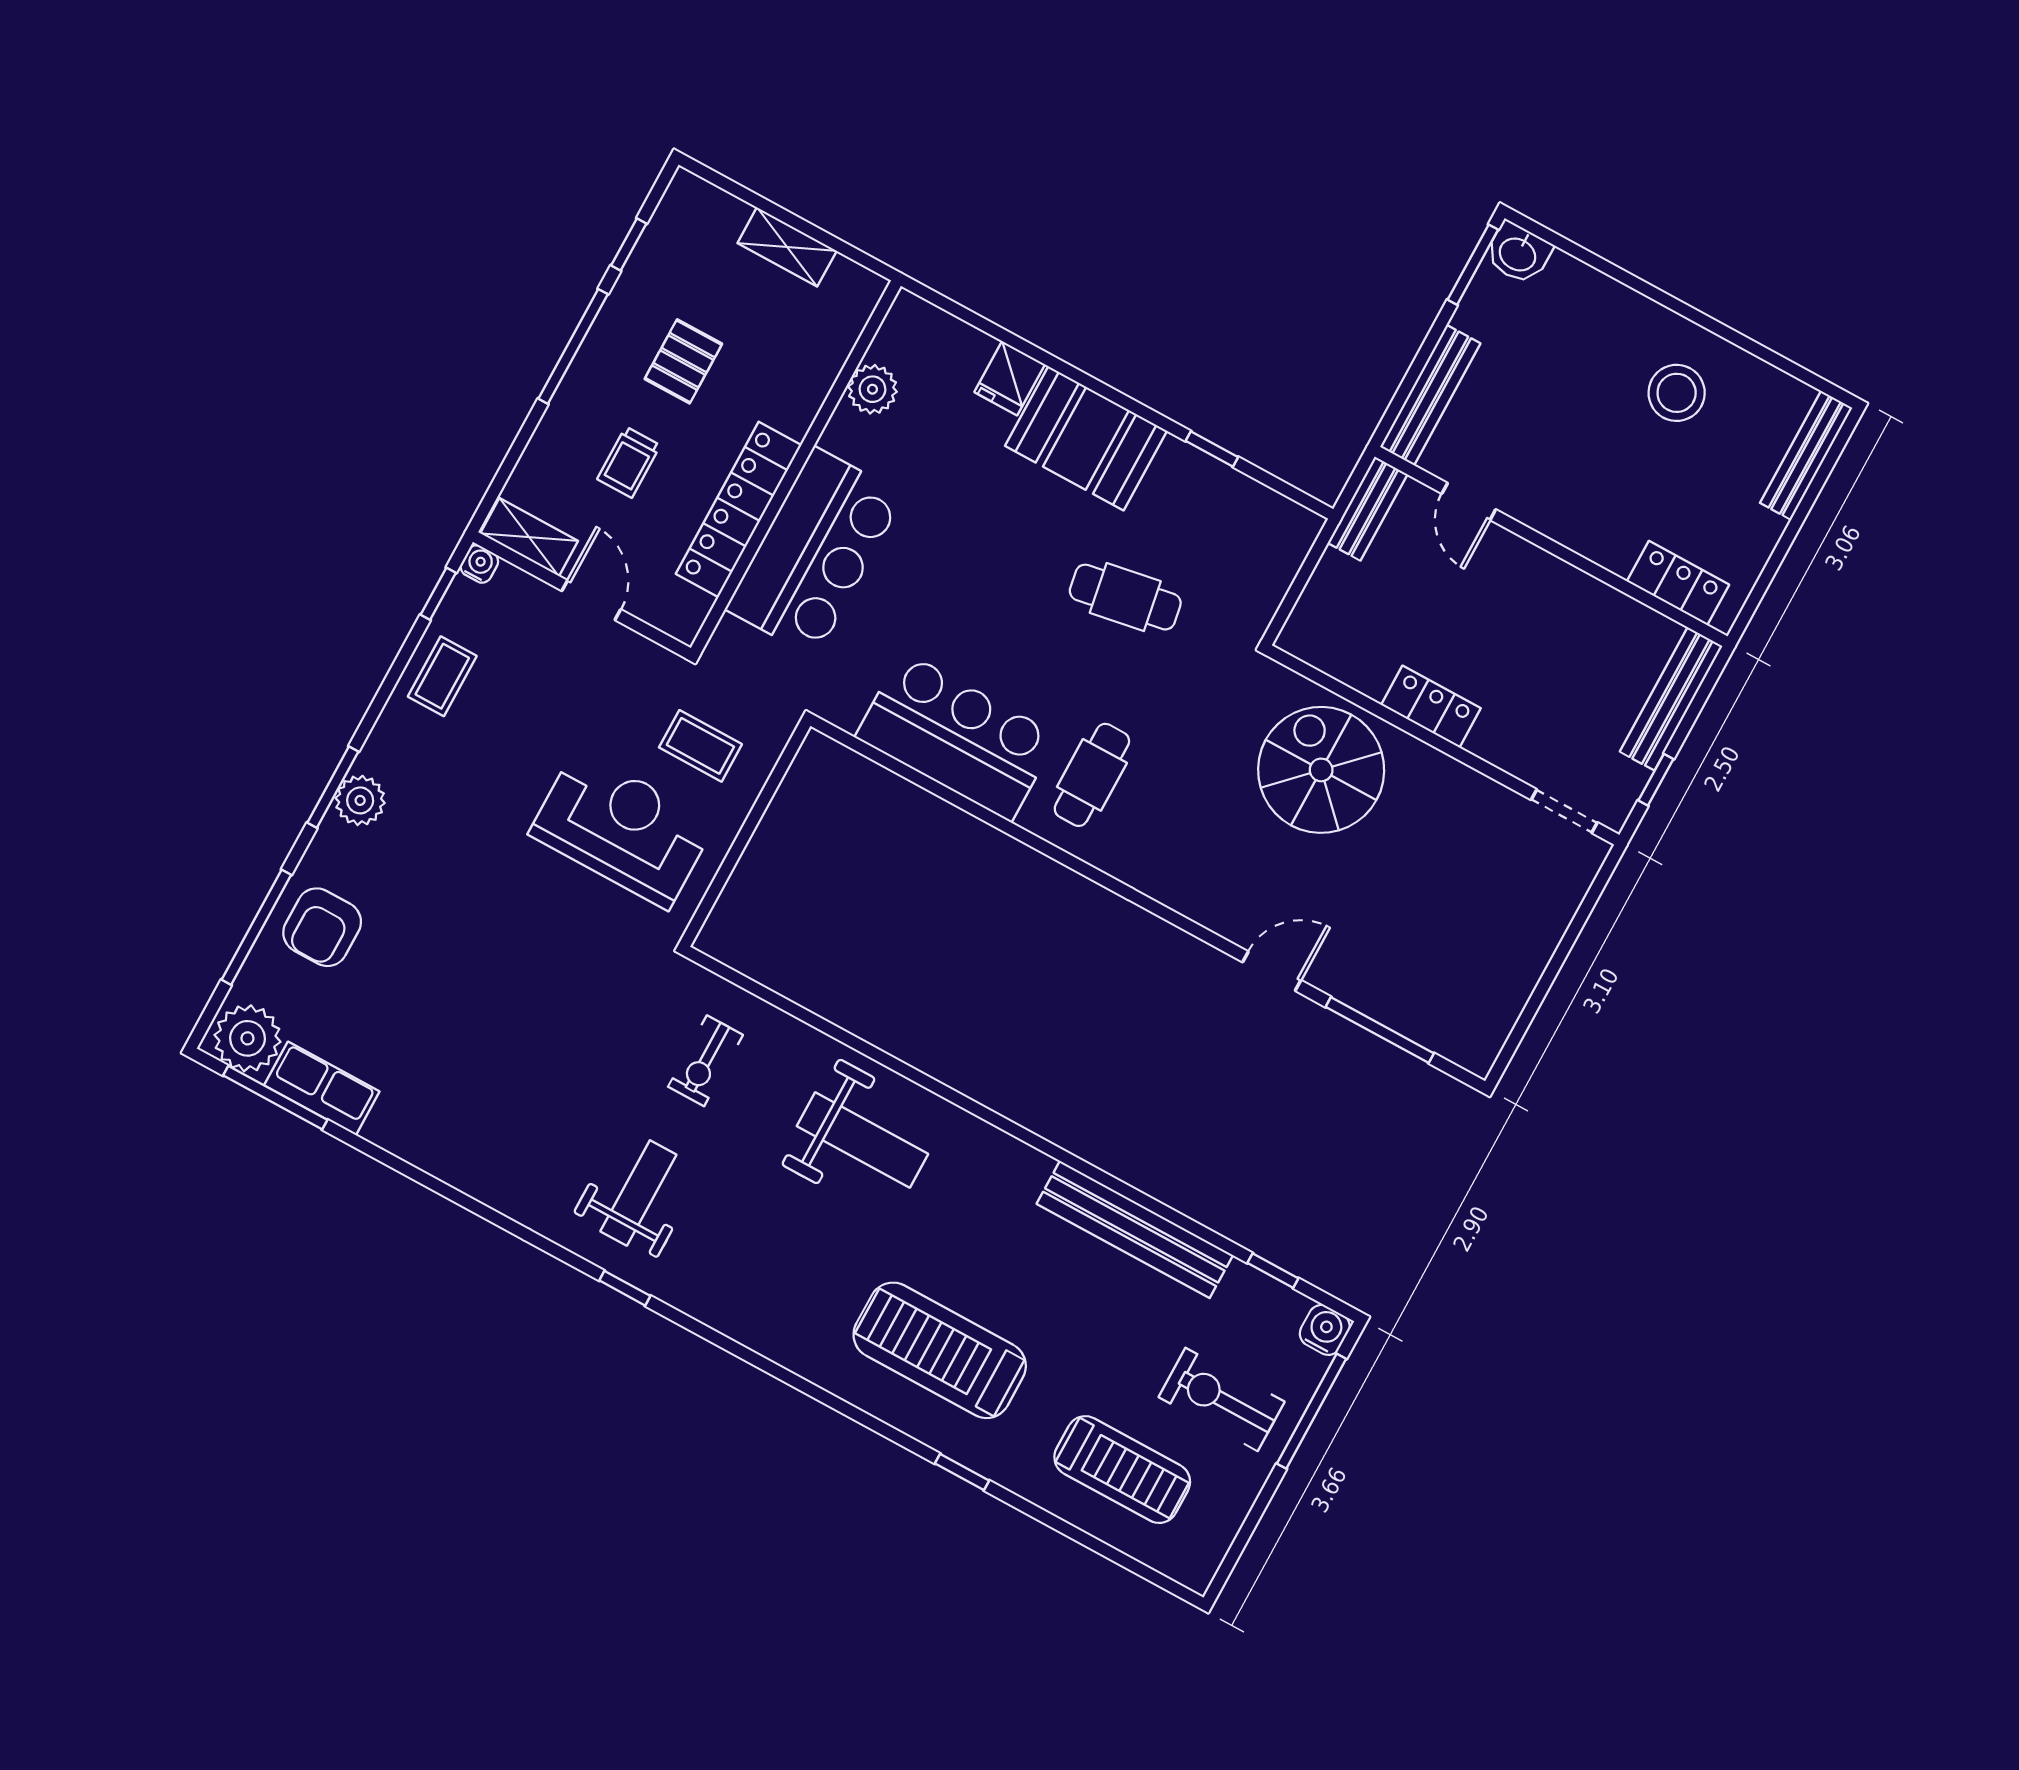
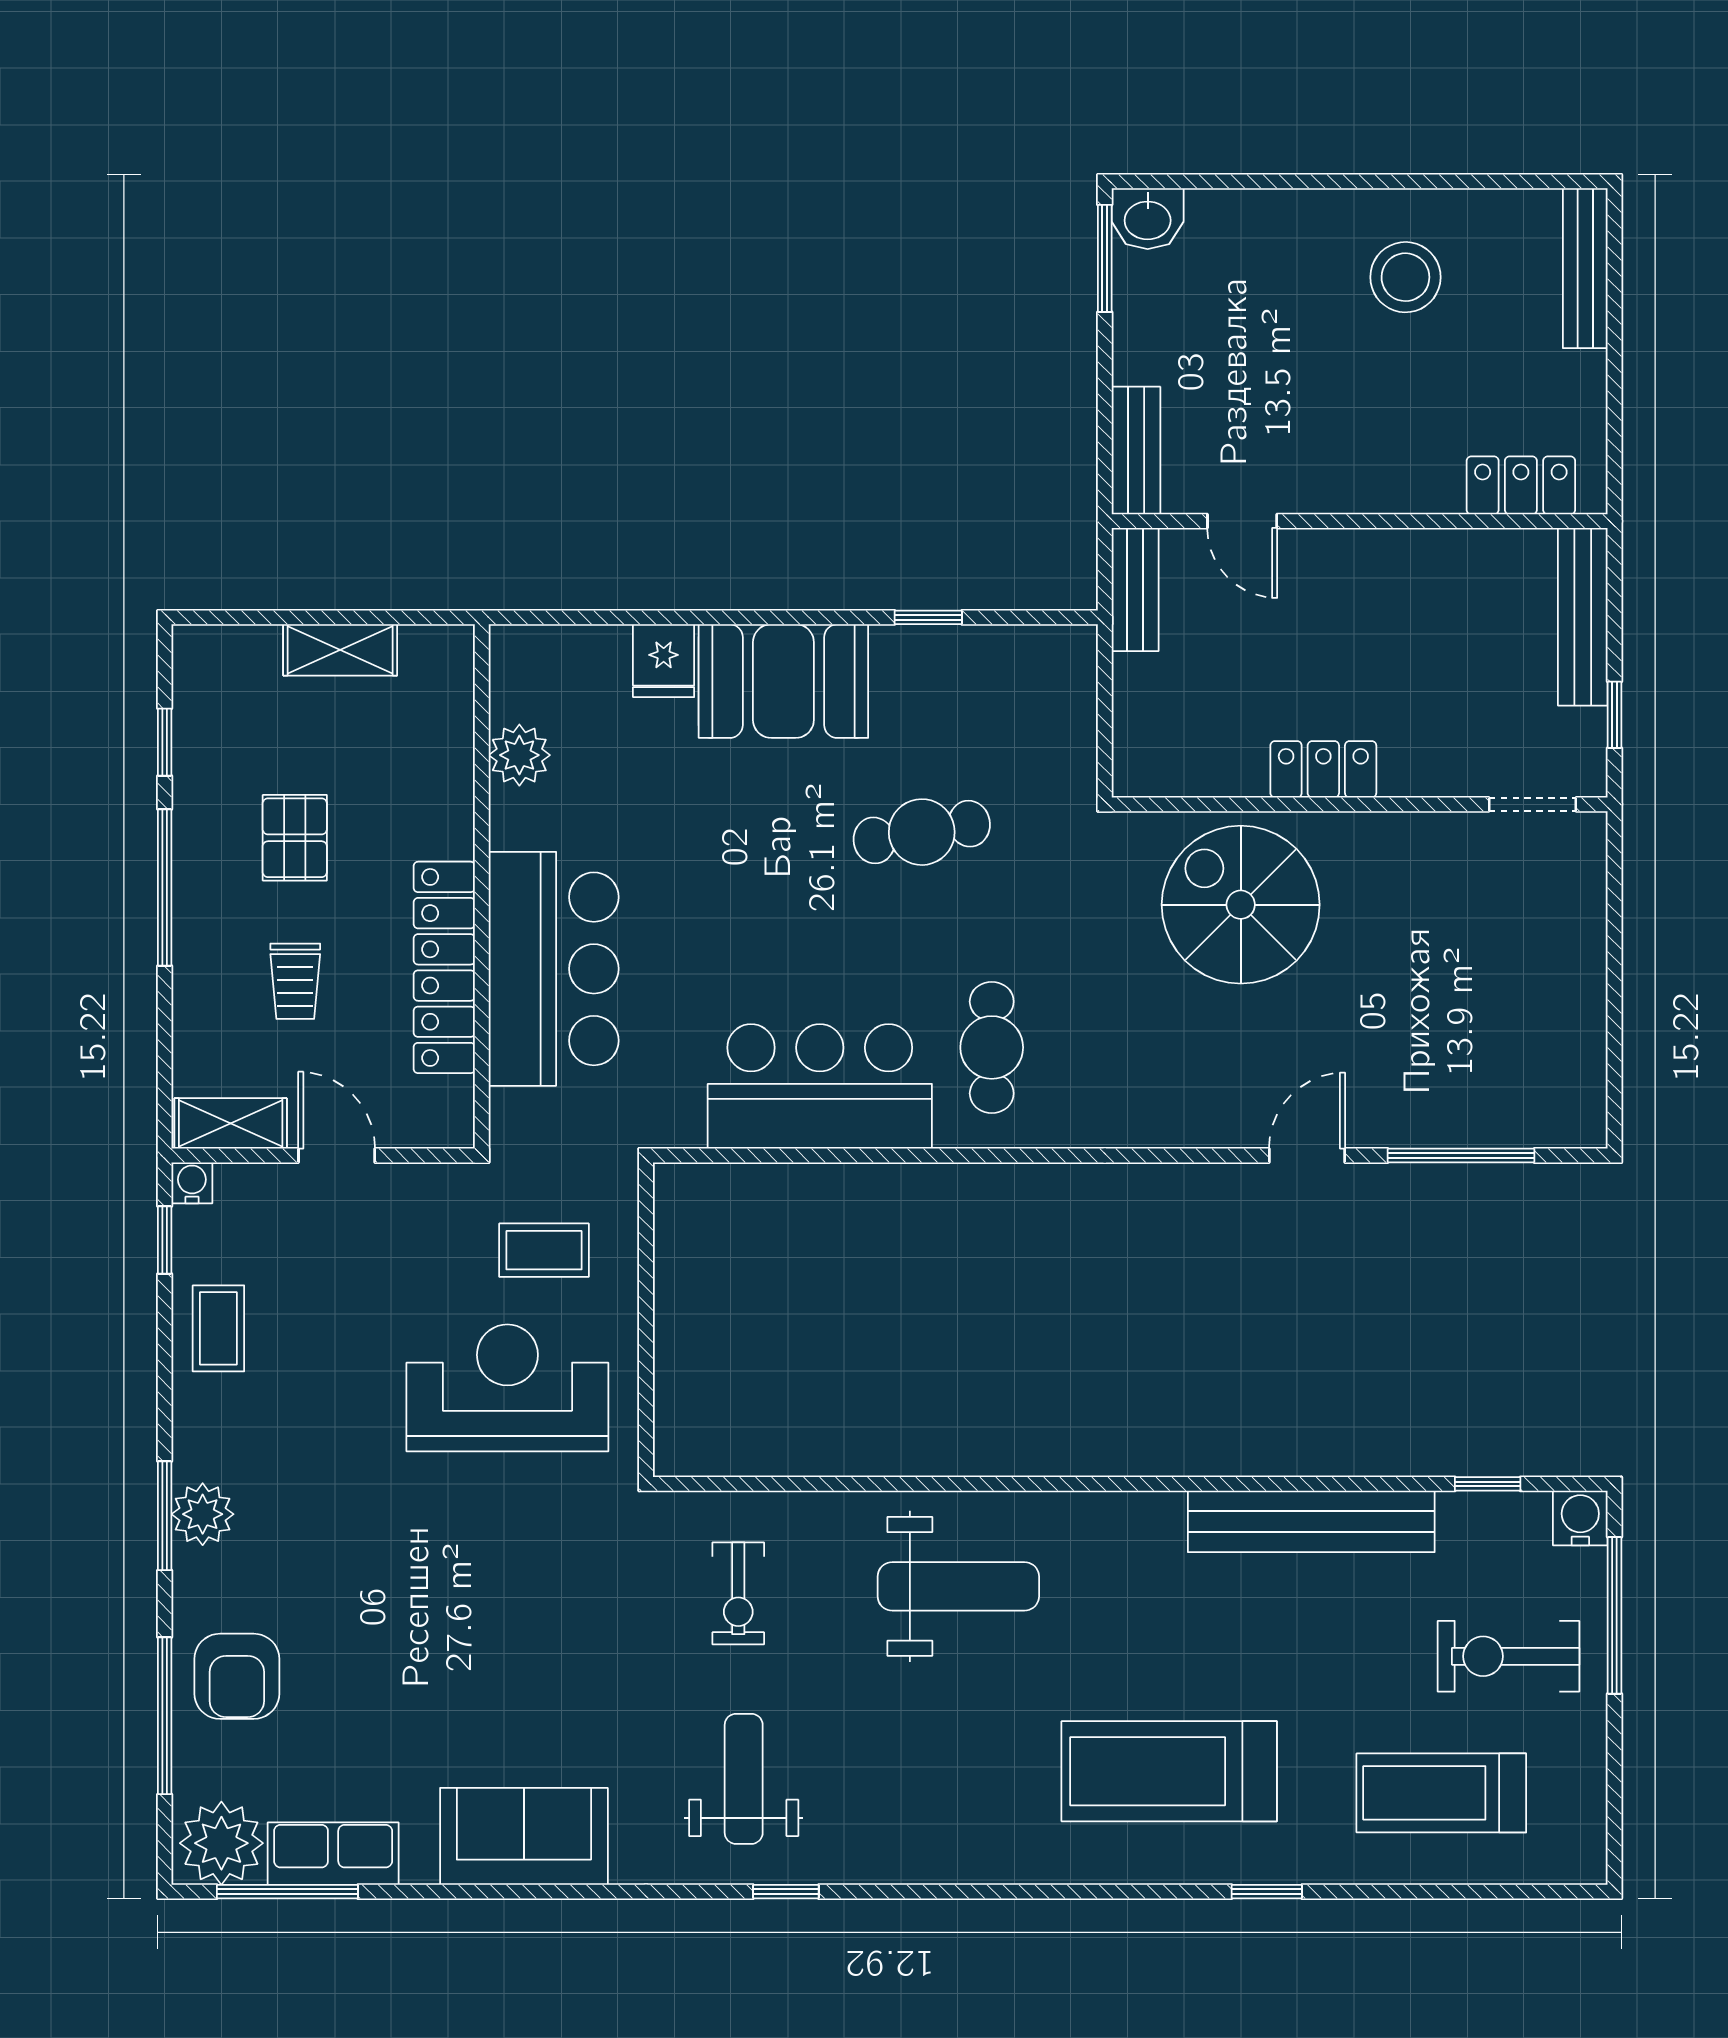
bench: (1430, 395) -> (1136, 451), width x0.73
sofa: (462, 1149) -> (524, 1836), added
treadmill: (1122, 1470) -> (1441, 1793), turned 180

